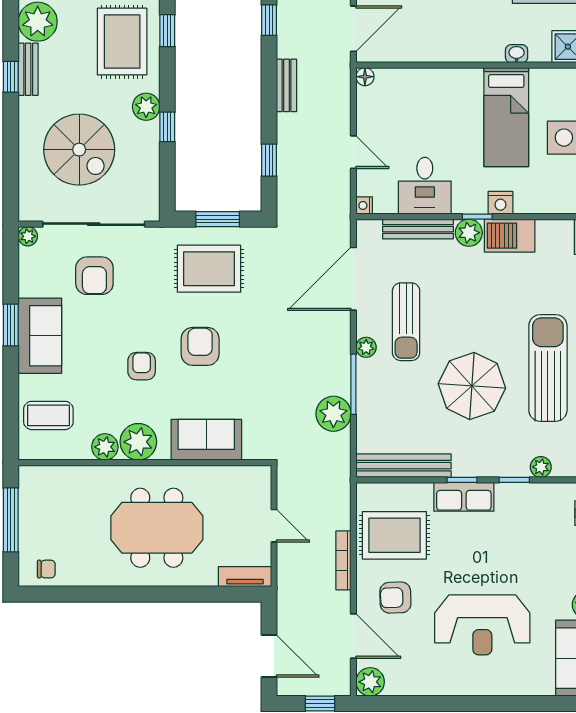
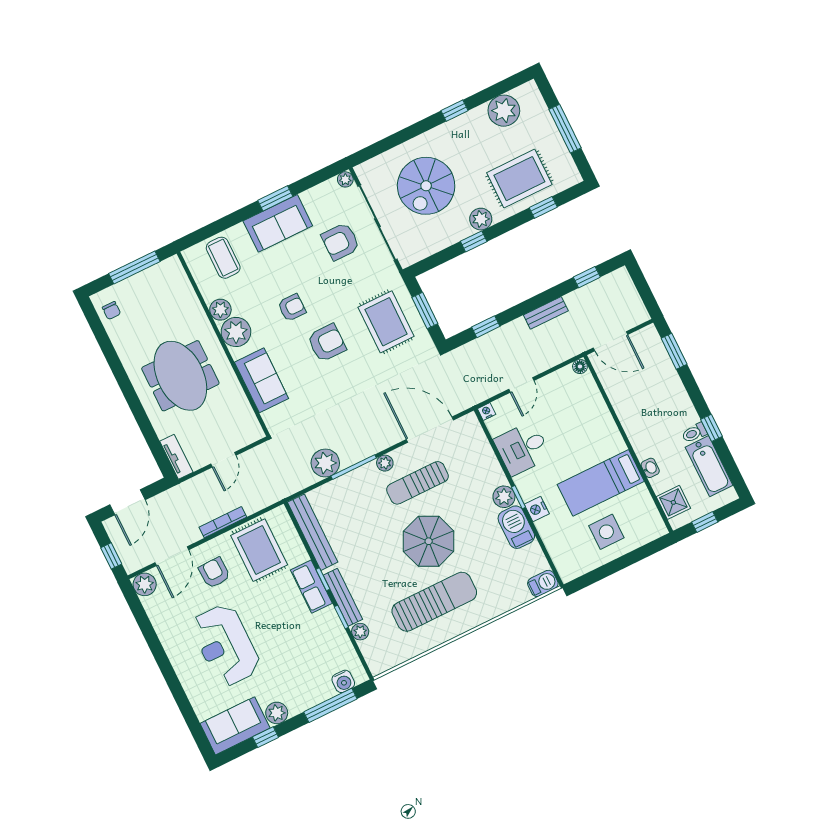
bench: (28, 69) -> (466, 121), removed
bench: (418, 229) -> (343, 597), moved
parasol: (472, 386) -> (429, 541), moved

